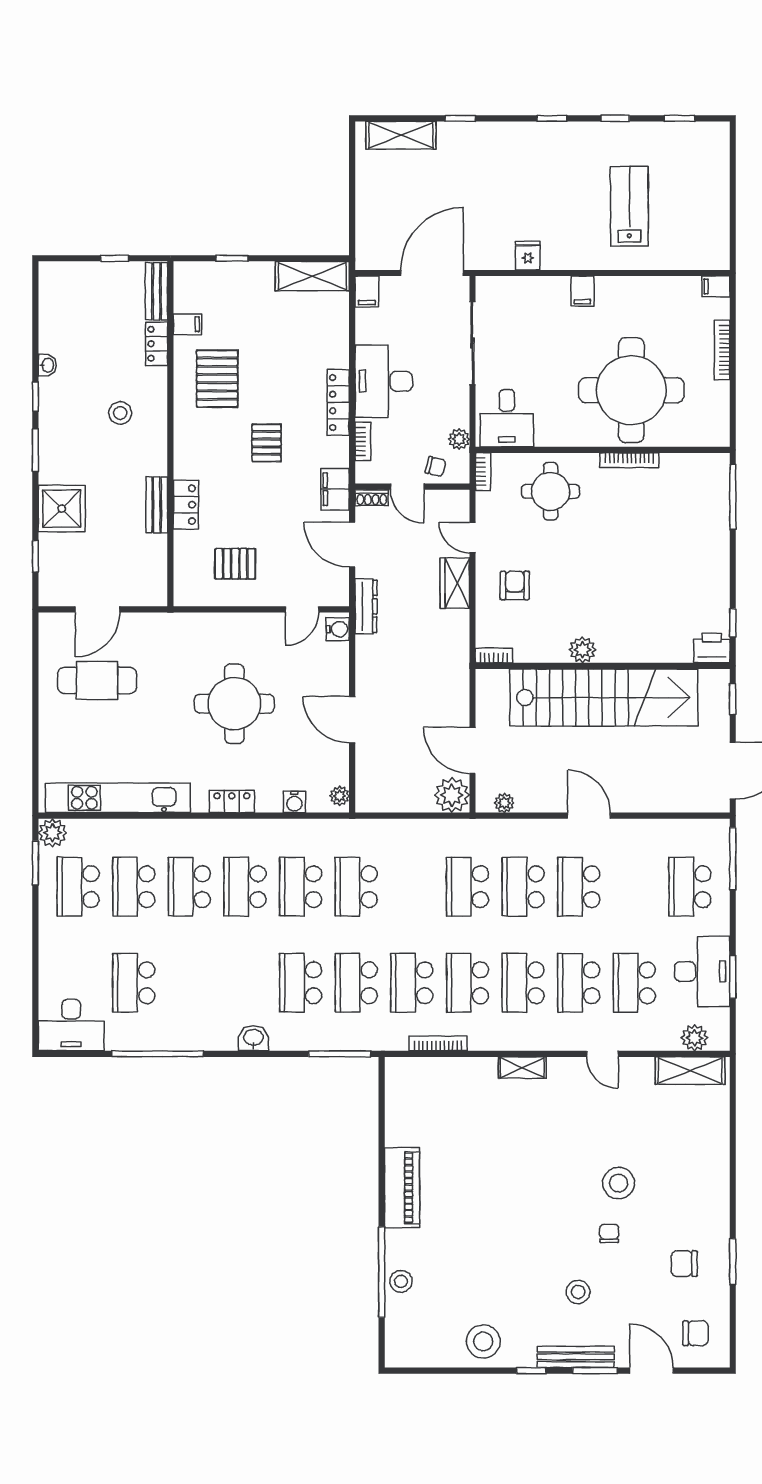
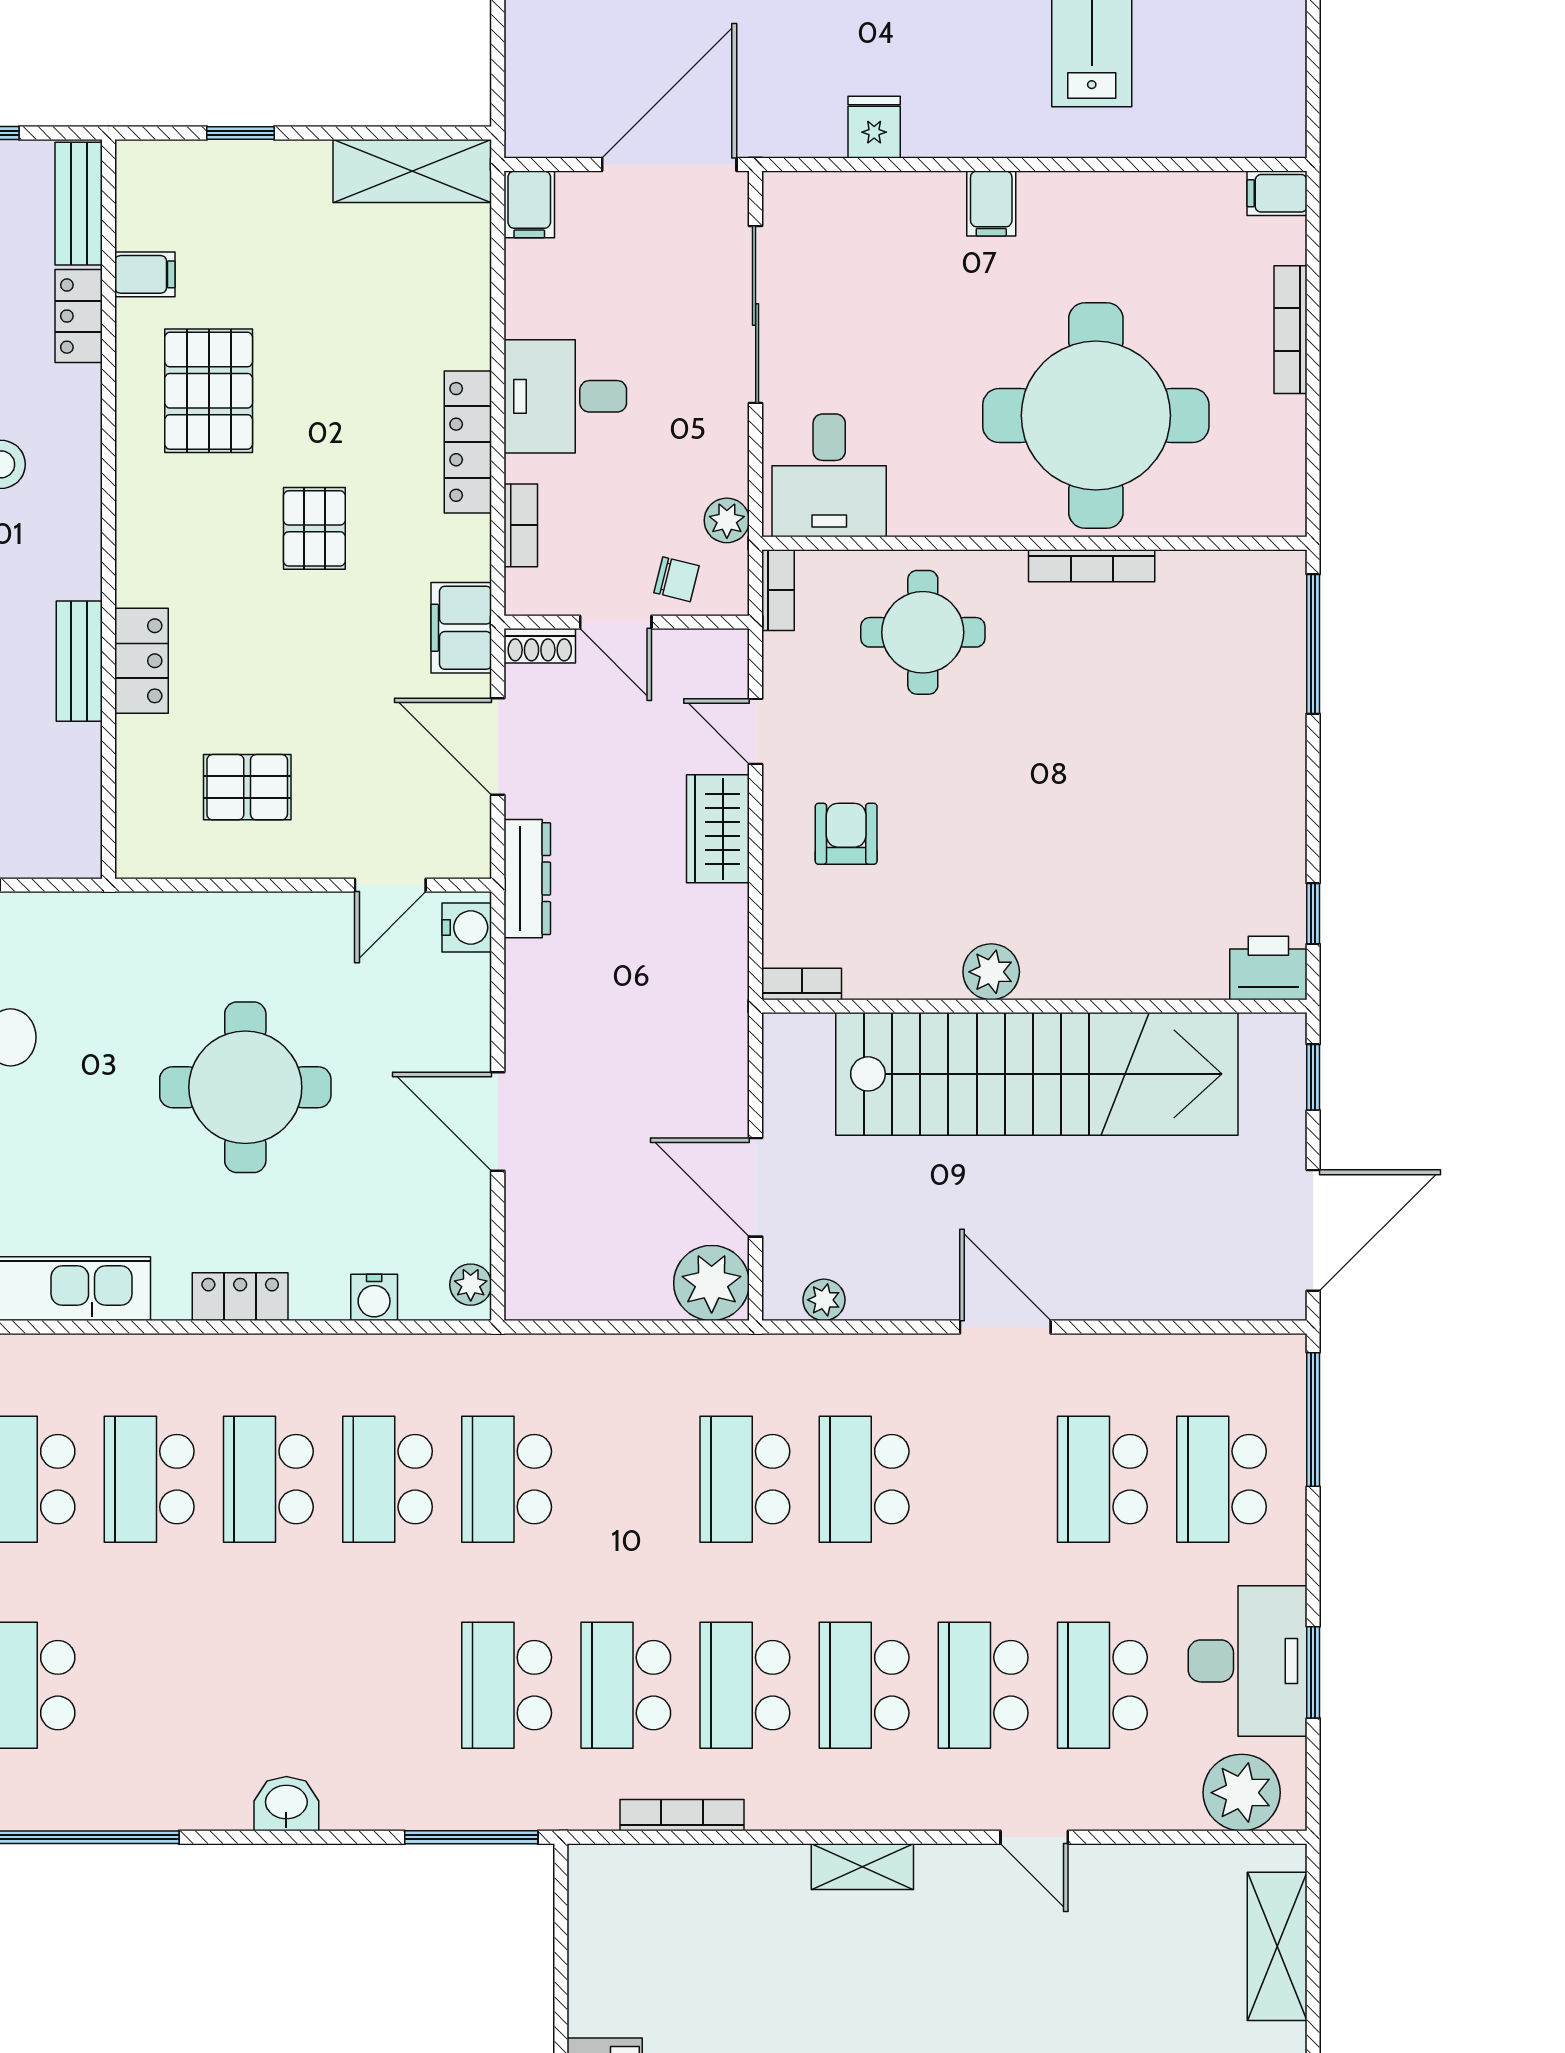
desk: (384, 381) -> (565, 396), width x0.73
school desk: (579, 887) -> (1102, 1479), moved
school desk: (301, 983) -> (387, 1685), removed
plant: (695, 1038) -> (1242, 1793), width x1.36, depth x1.36
shelving: (690, 1071) -> (1277, 1946), moved, turned 90

